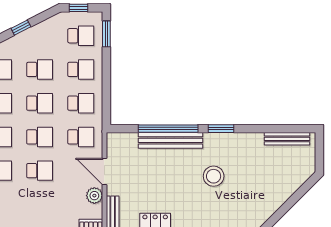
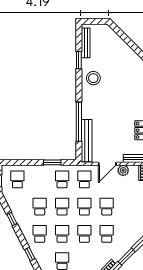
window: (106, 34) -> (52, 162), moved
school desk: (81, 69) -> (40, 179), removed
window: (221, 129) -> (79, 60), moved
bench: (170, 140) -> (87, 141), moved
stool: (214, 176) -> (93, 78), moved

